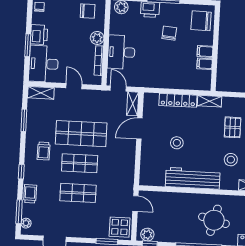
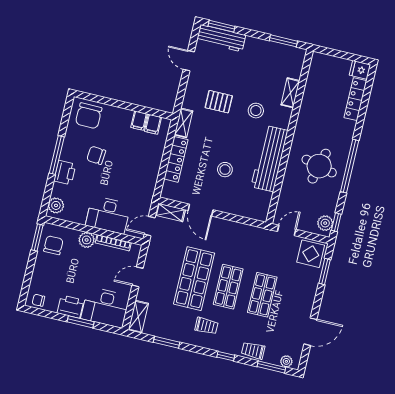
filing cabinet: (205, 51) -> (153, 124), moved
round table: (214, 220) -> (319, 166), moved

